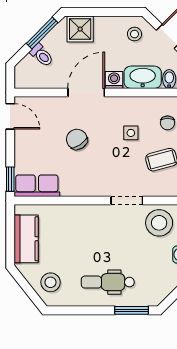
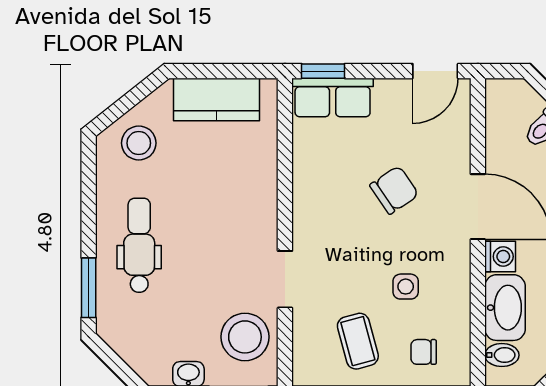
row of seats: (37, 186) -> (333, 97), moved, turned 90

